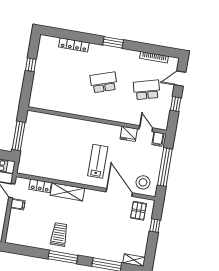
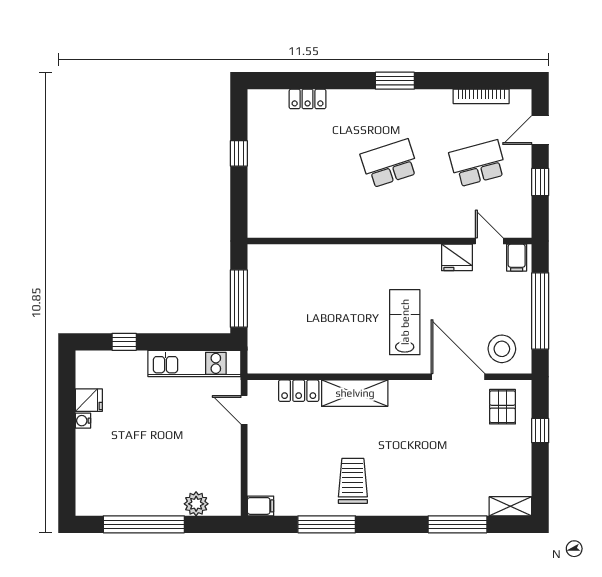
locker: (74, 45) -> (308, 99), width x0.66
filing cabinet: (18, 204) -> (260, 506), moved
window: (63, 257) -> (327, 524), moved

